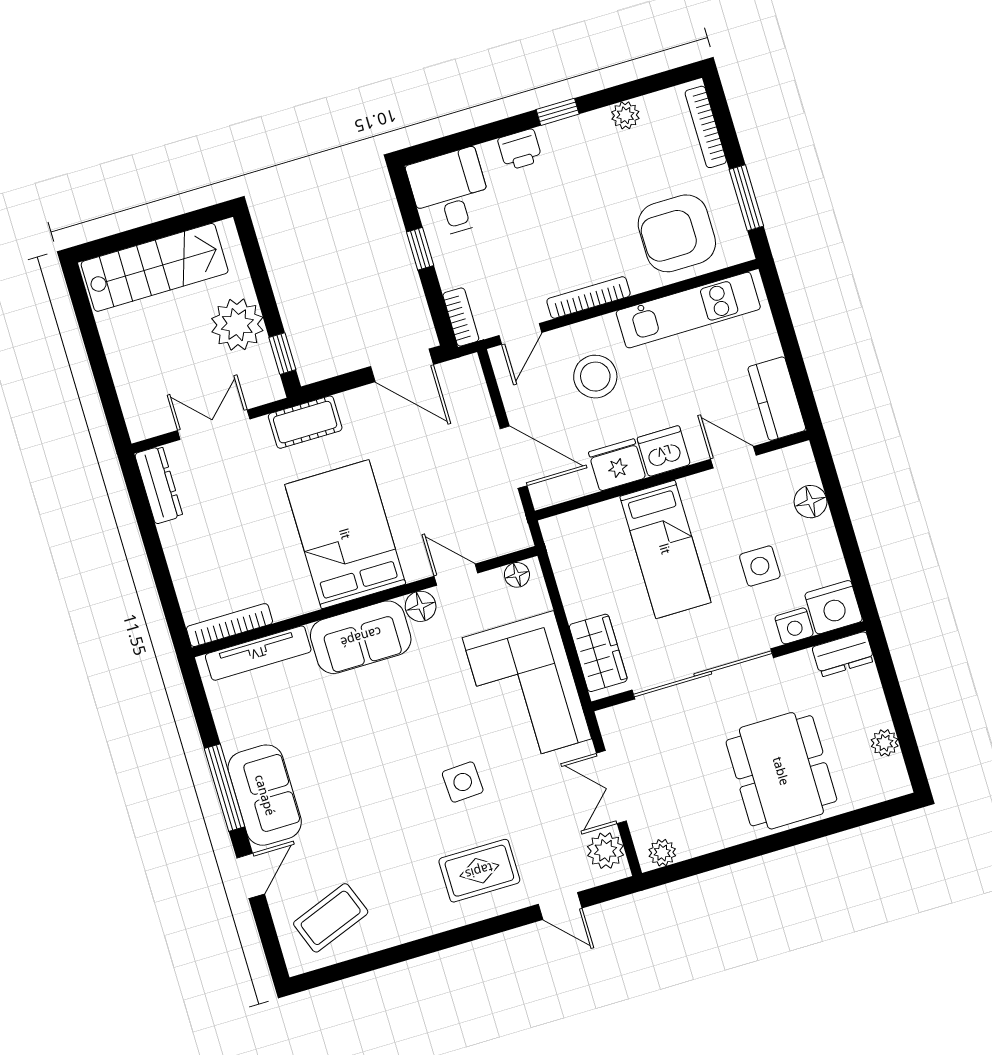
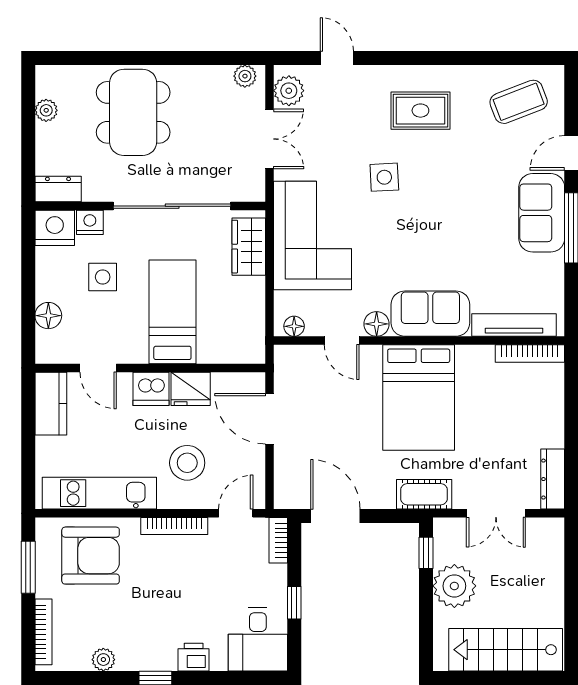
rug: (479, 871) -> (420, 111), moved

